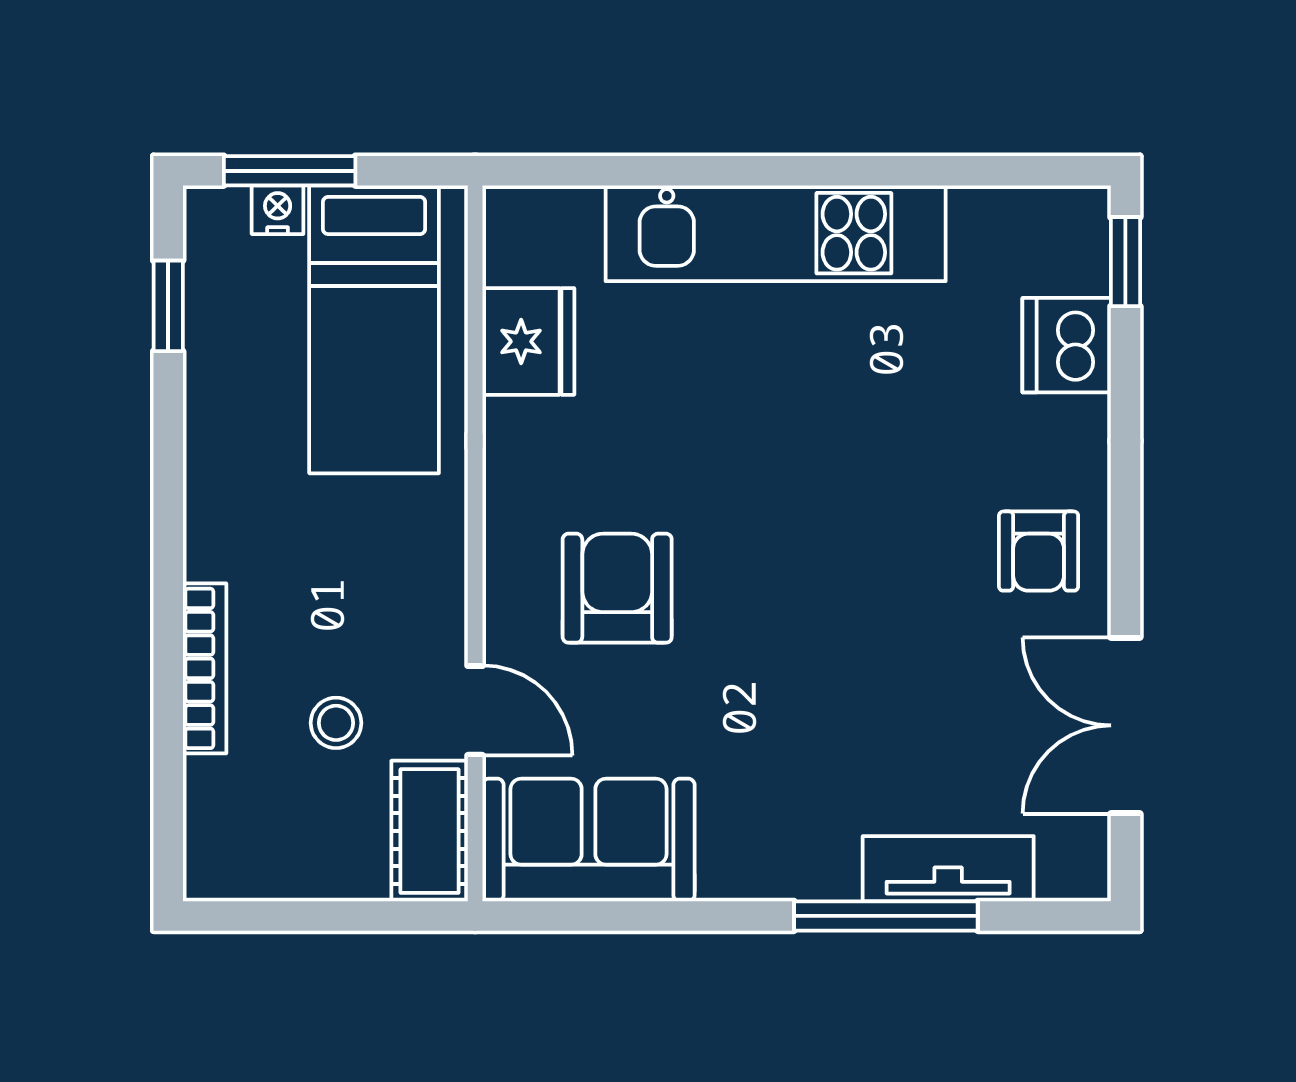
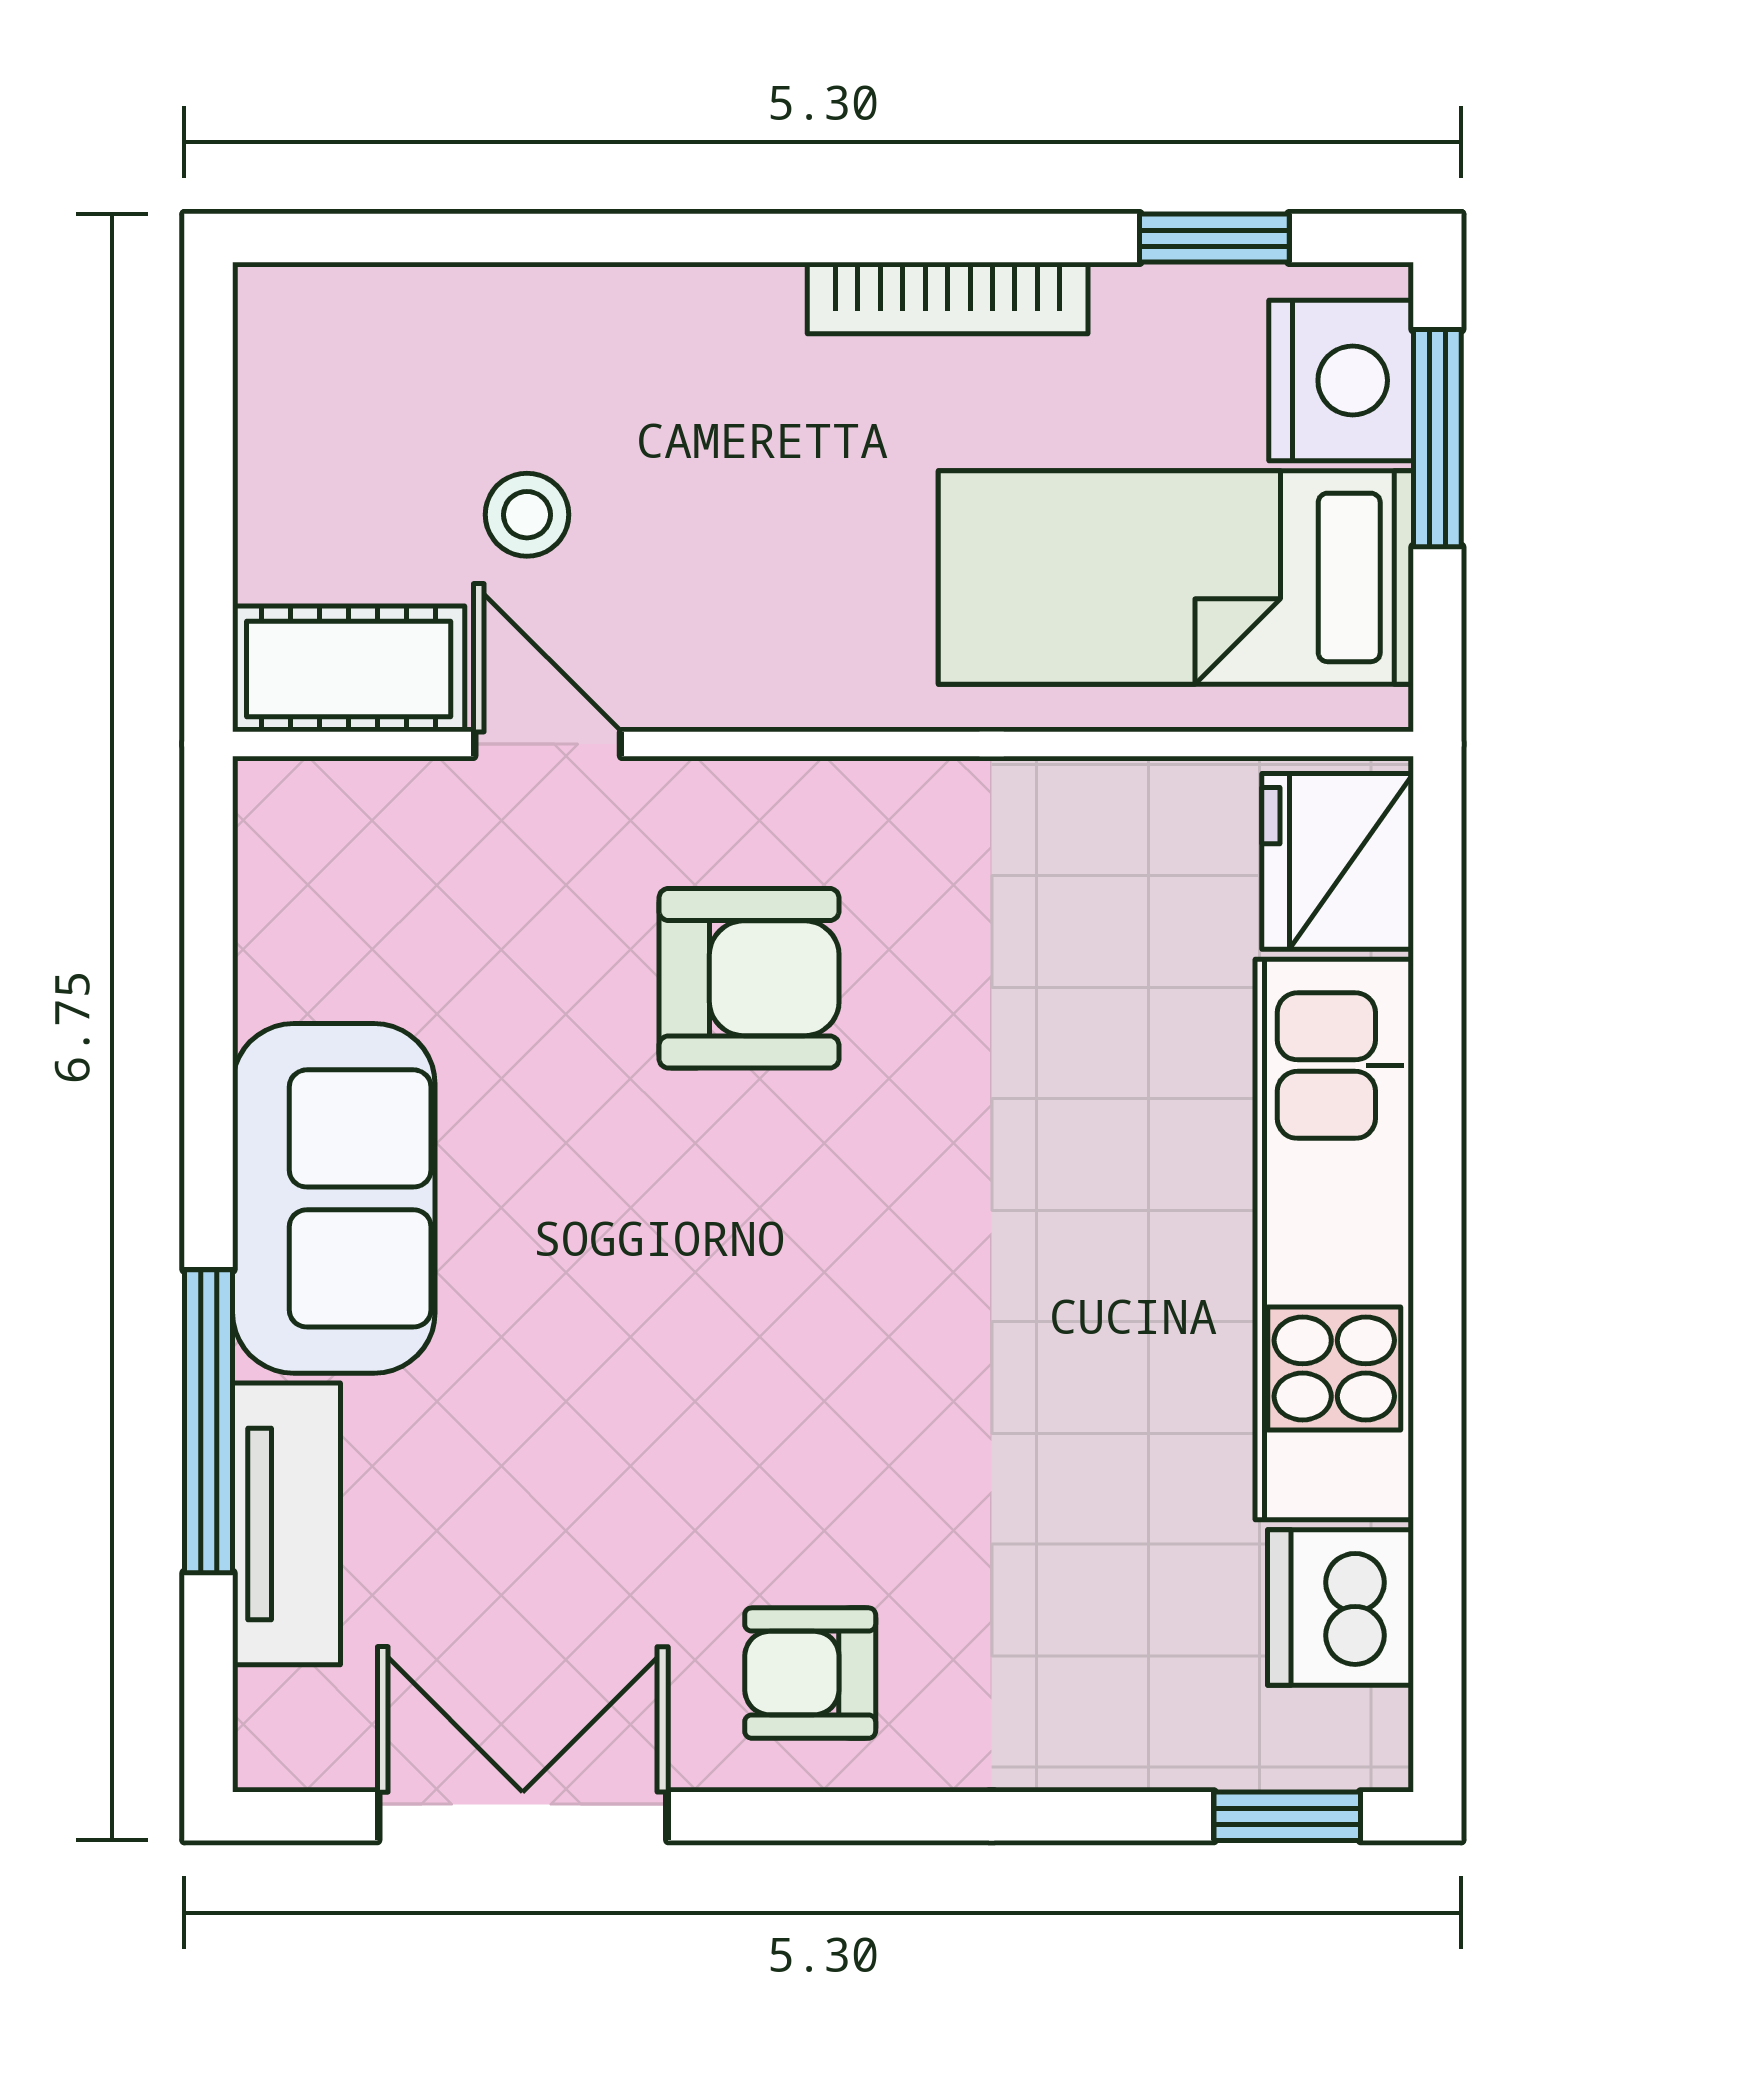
nightstand: (278, 210) -> (1341, 380), width x1.89, depth x1.79
fridge: (528, 341) -> (1338, 861), moved, turned 90
dishwasher: (1067, 345) -> (1340, 1607), moved, turned -90
bookcase: (205, 668) -> (948, 298), moved
door: (475, 710) -> (548, 744), swing flipped
sofa: (589, 840) -> (334, 1198), moved

